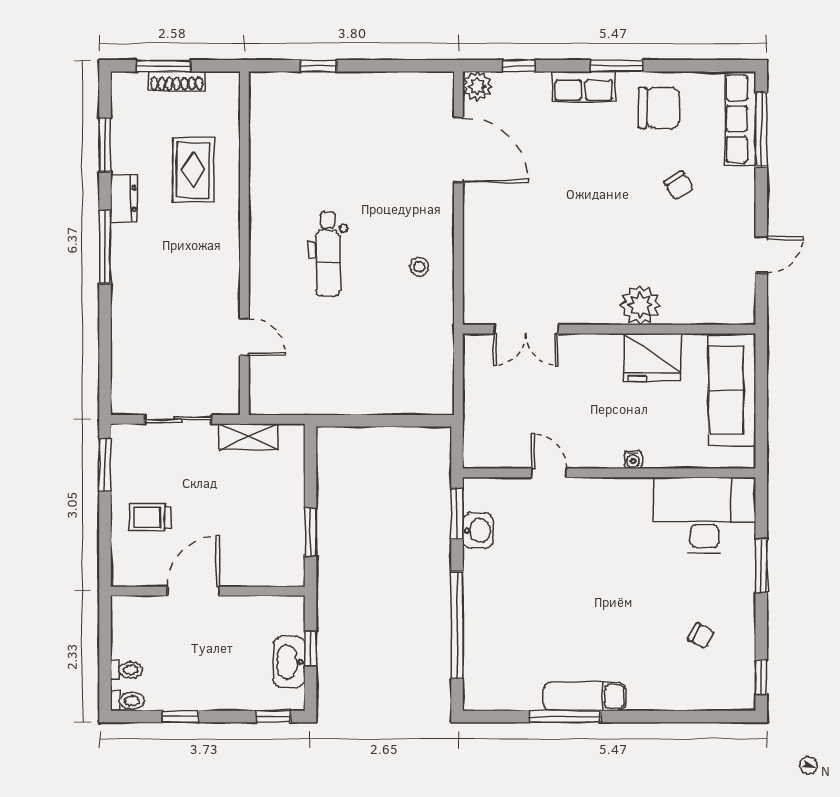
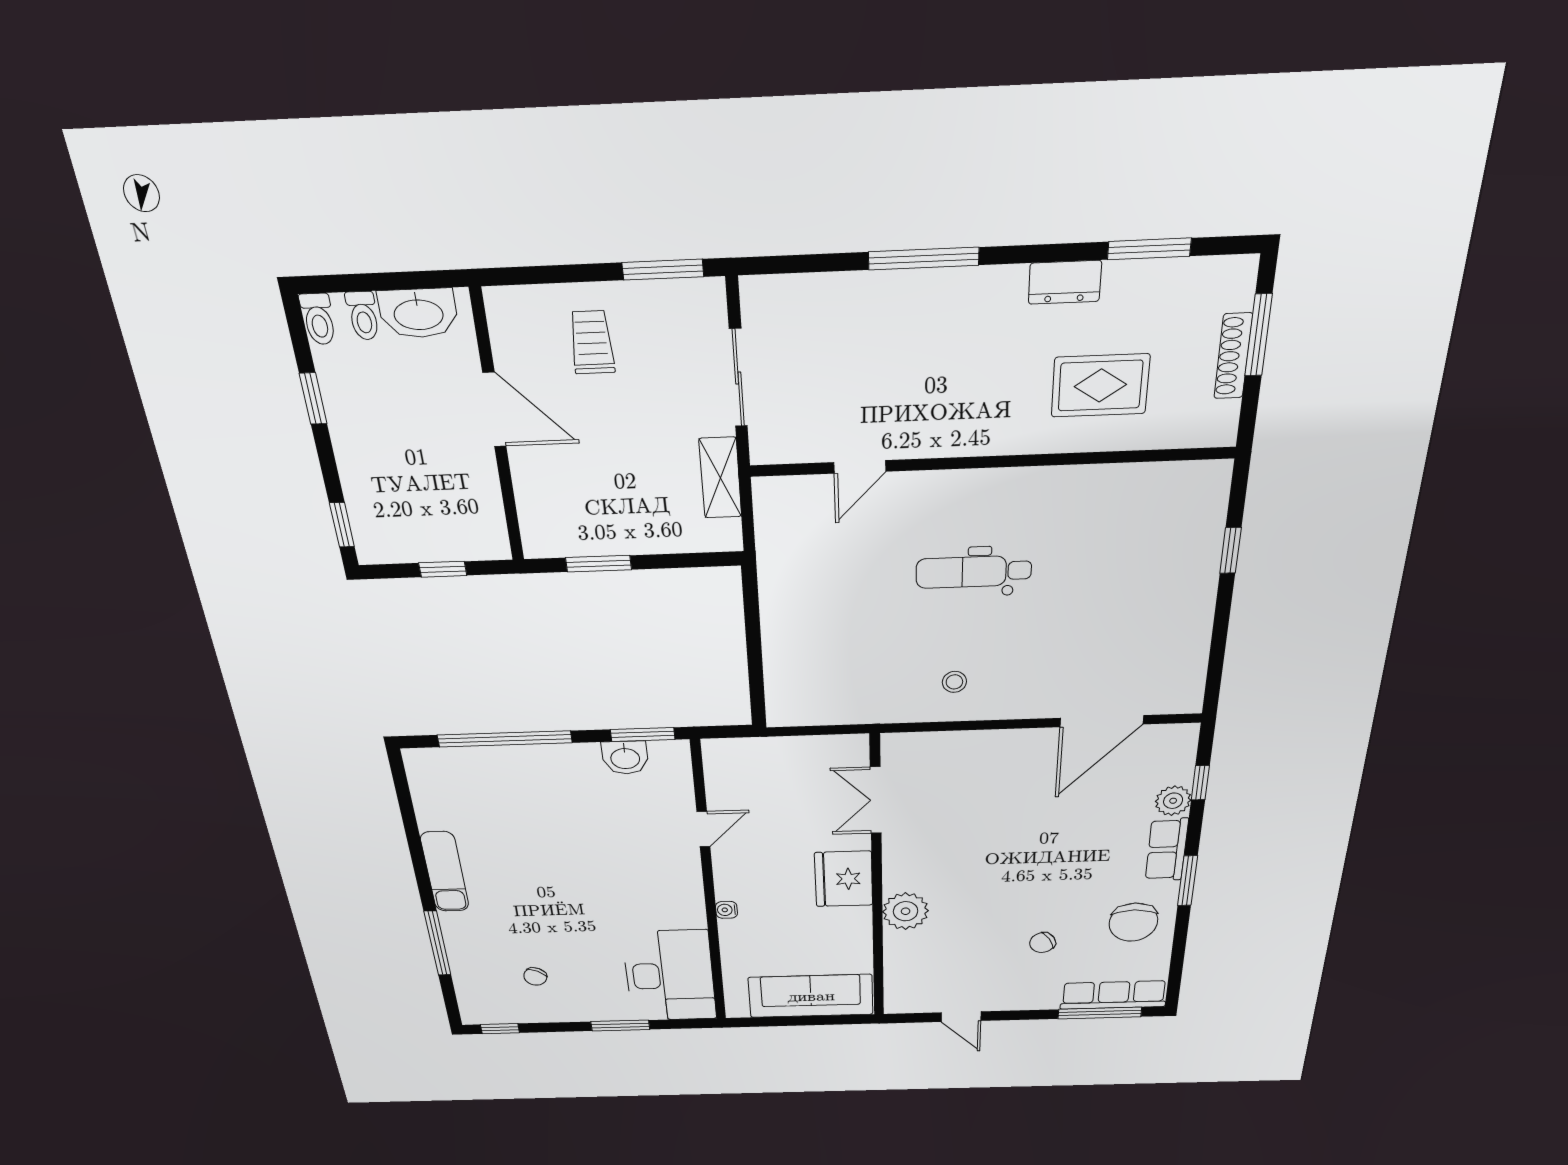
plant: (477, 86) -> (1173, 801), moved
window: (105, 247) -> (924, 258), moved
fridge: (652, 357) -> (844, 879), moved
washbasin: (289, 662) -> (418, 313), moved, turned 180
window: (565, 717) -> (437, 943), moved

